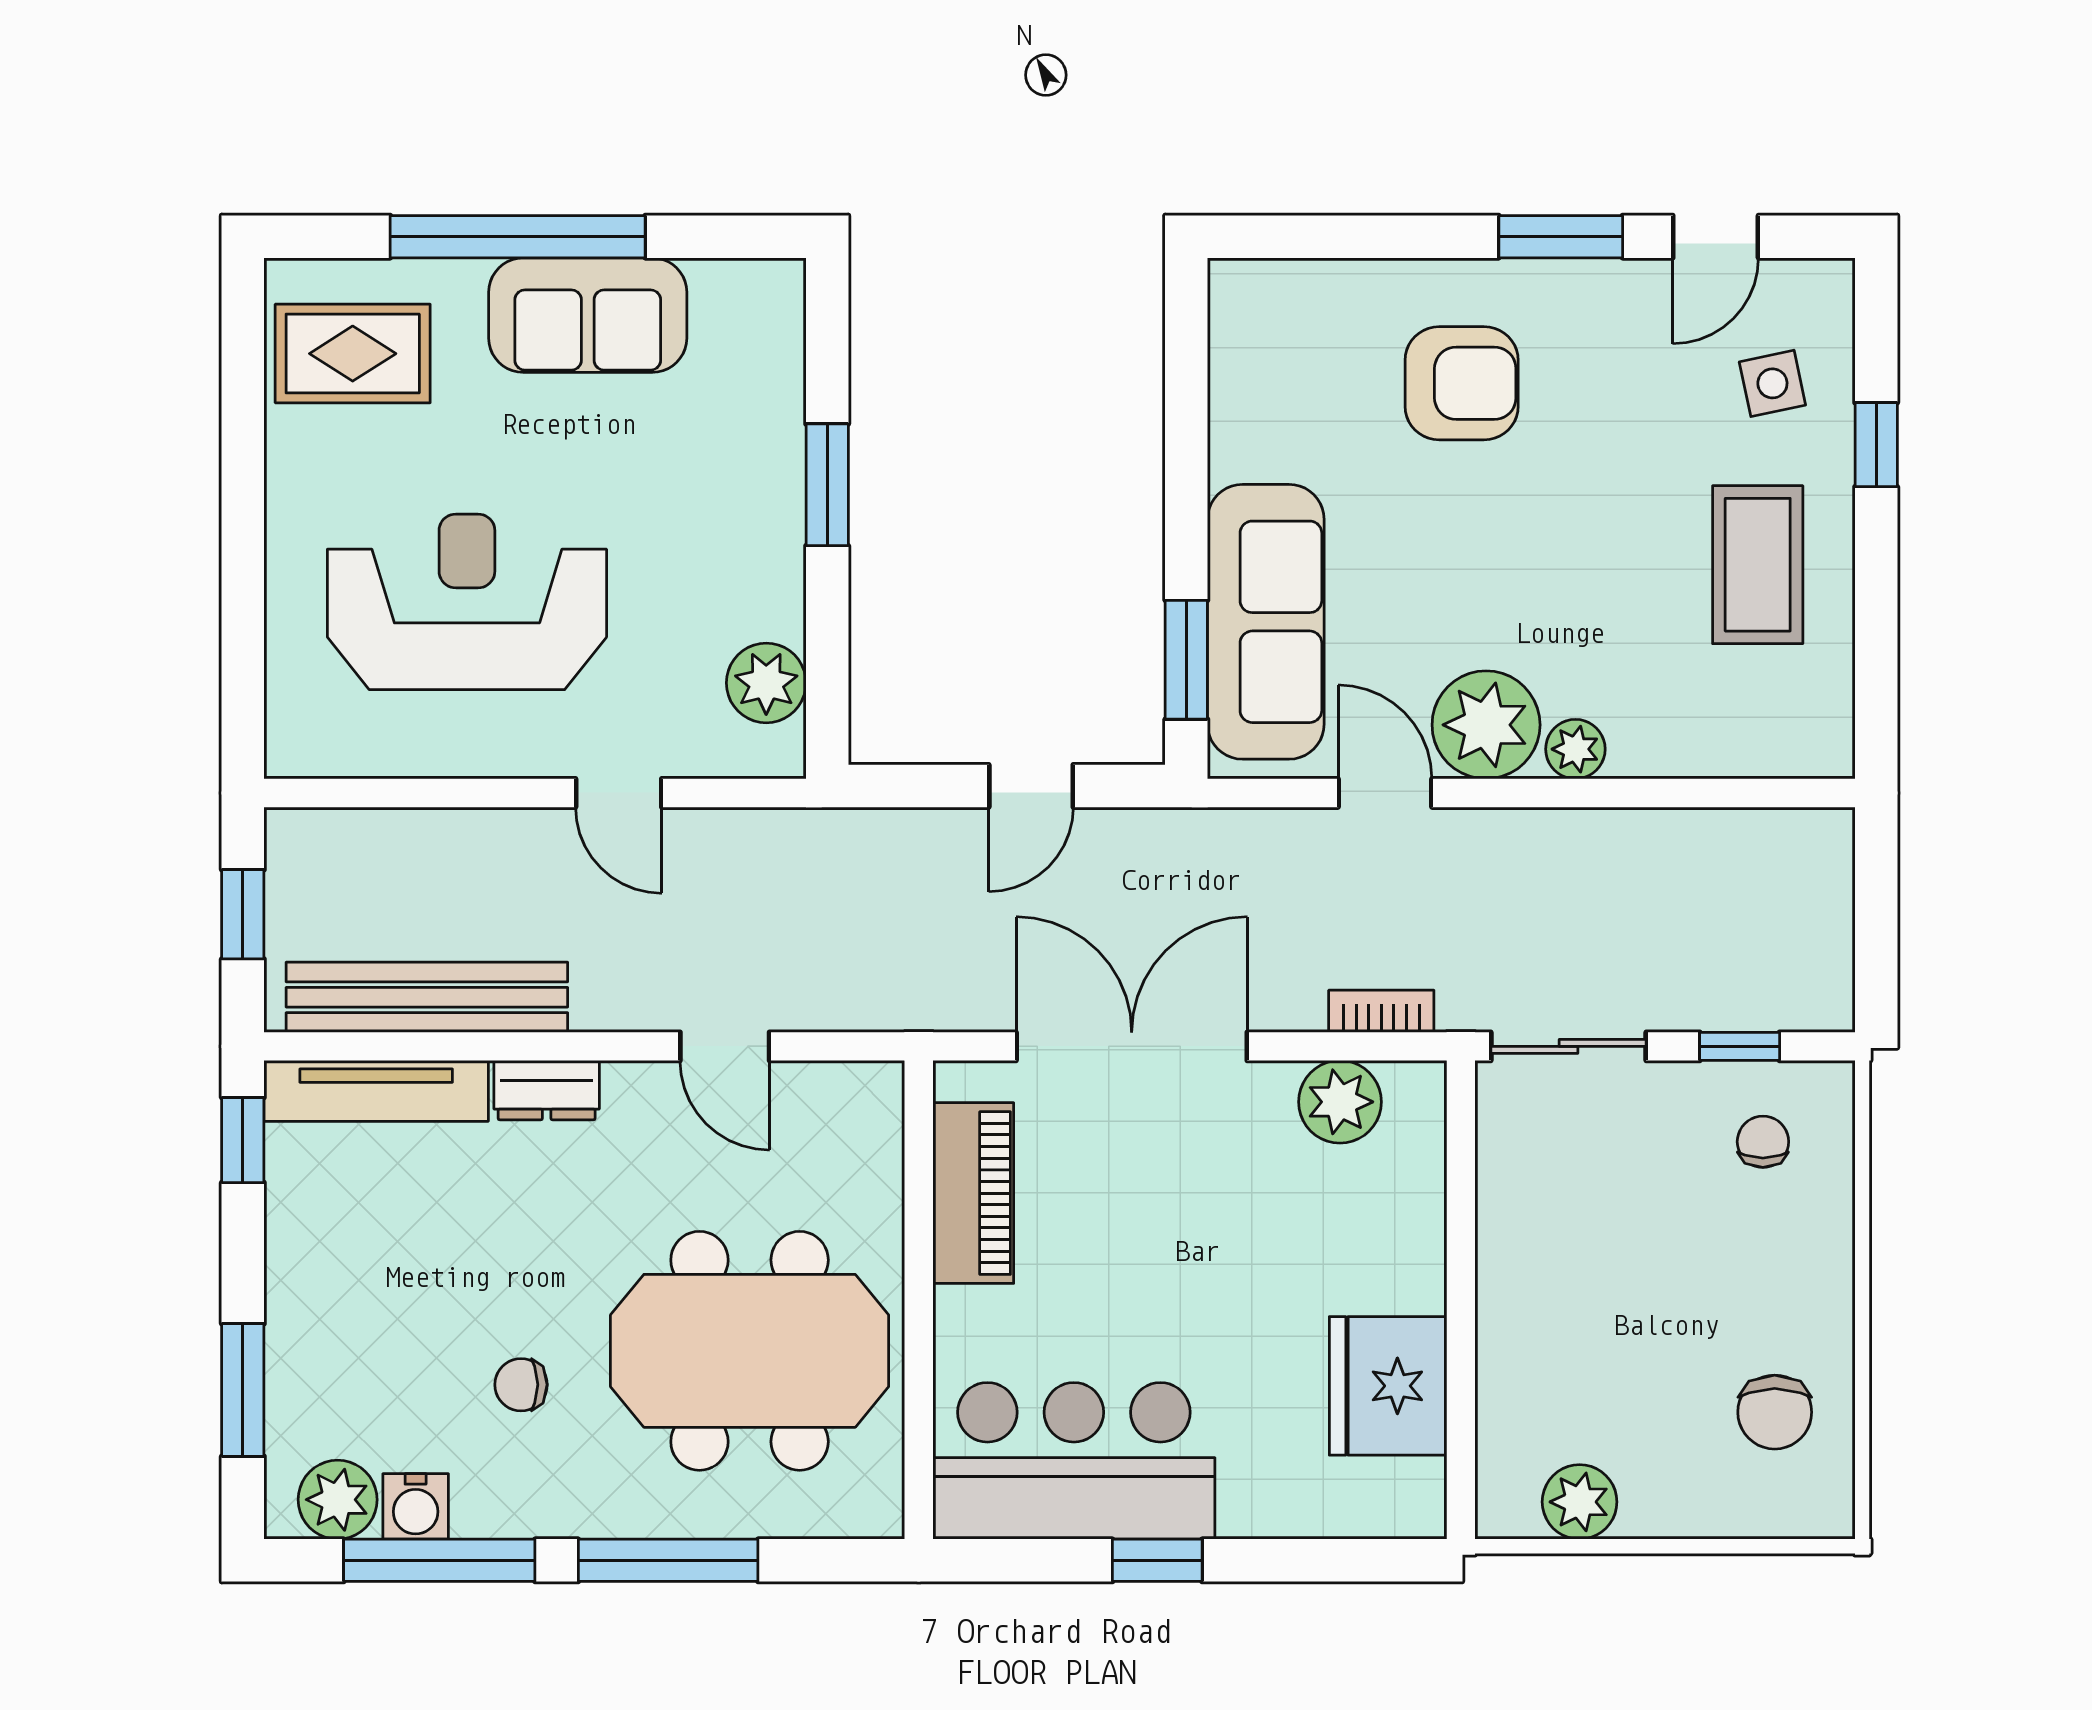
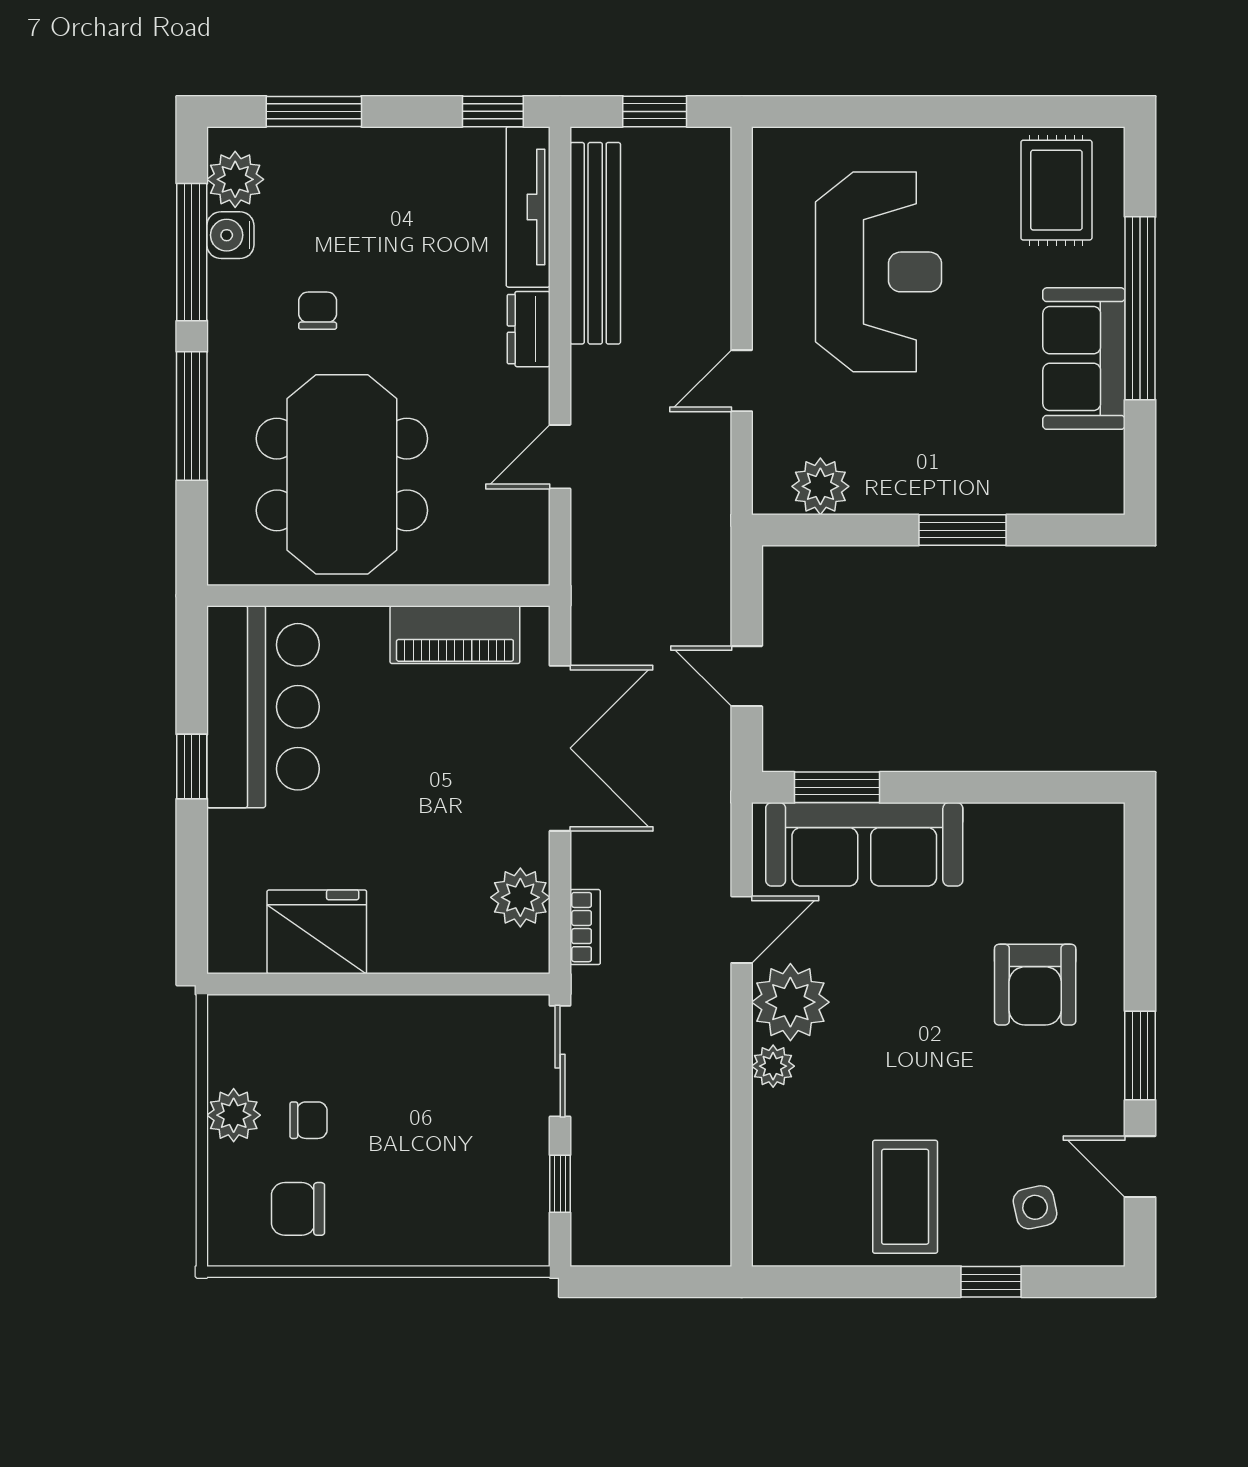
coffee table: (1758, 565) -> (905, 1197), turned 90
chair: (1763, 1142) -> (309, 1120), moved
plant: (1580, 1502) -> (234, 1115), moved

